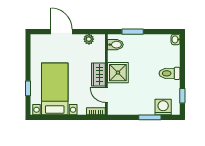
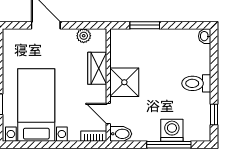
bidet: (115, 45) -> (121, 134), moved
wardrobe: (98, 74) -> (97, 68), moved
washing machine: (163, 107) -> (172, 130), moved
window: (150, 117) -> (169, 145), width x1.44

